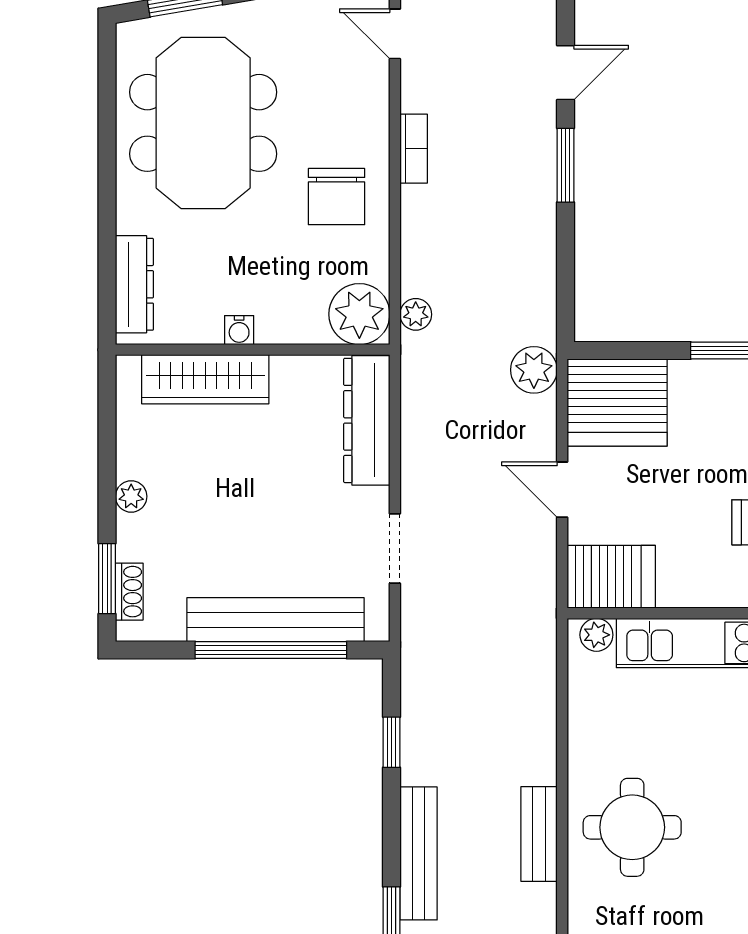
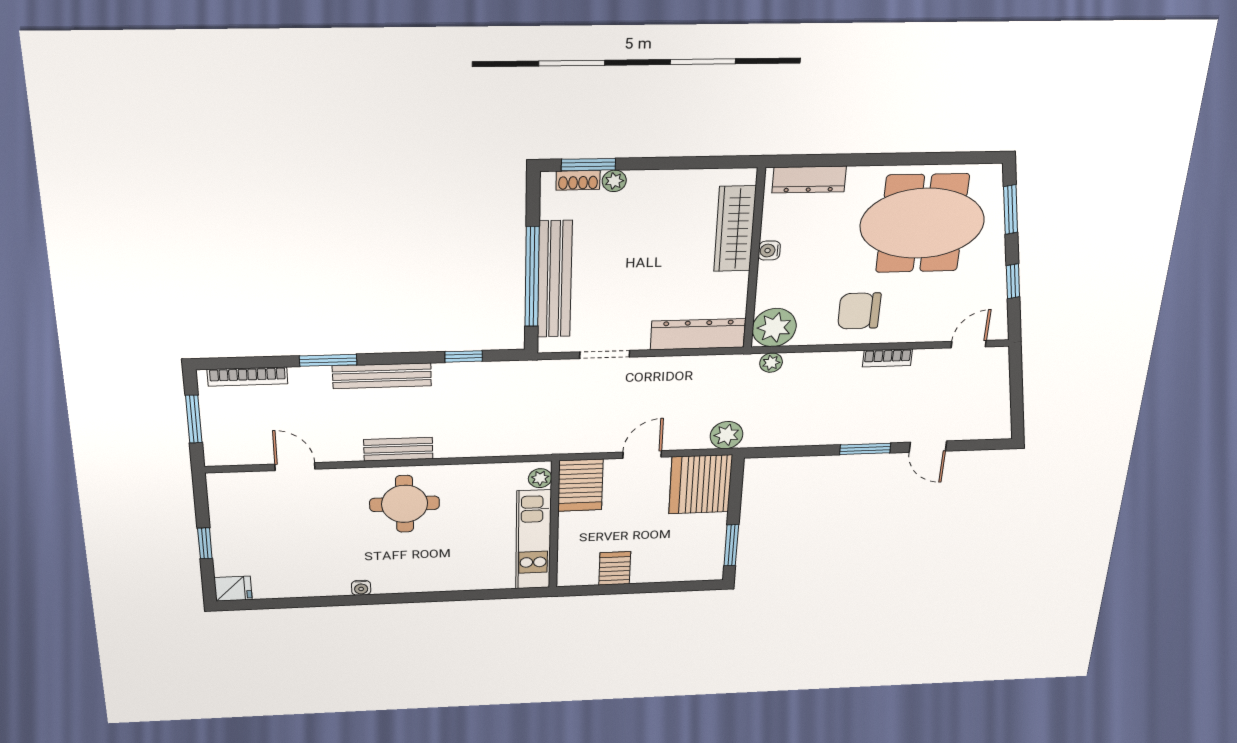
plant: (131, 496) -> (614, 181), moved

